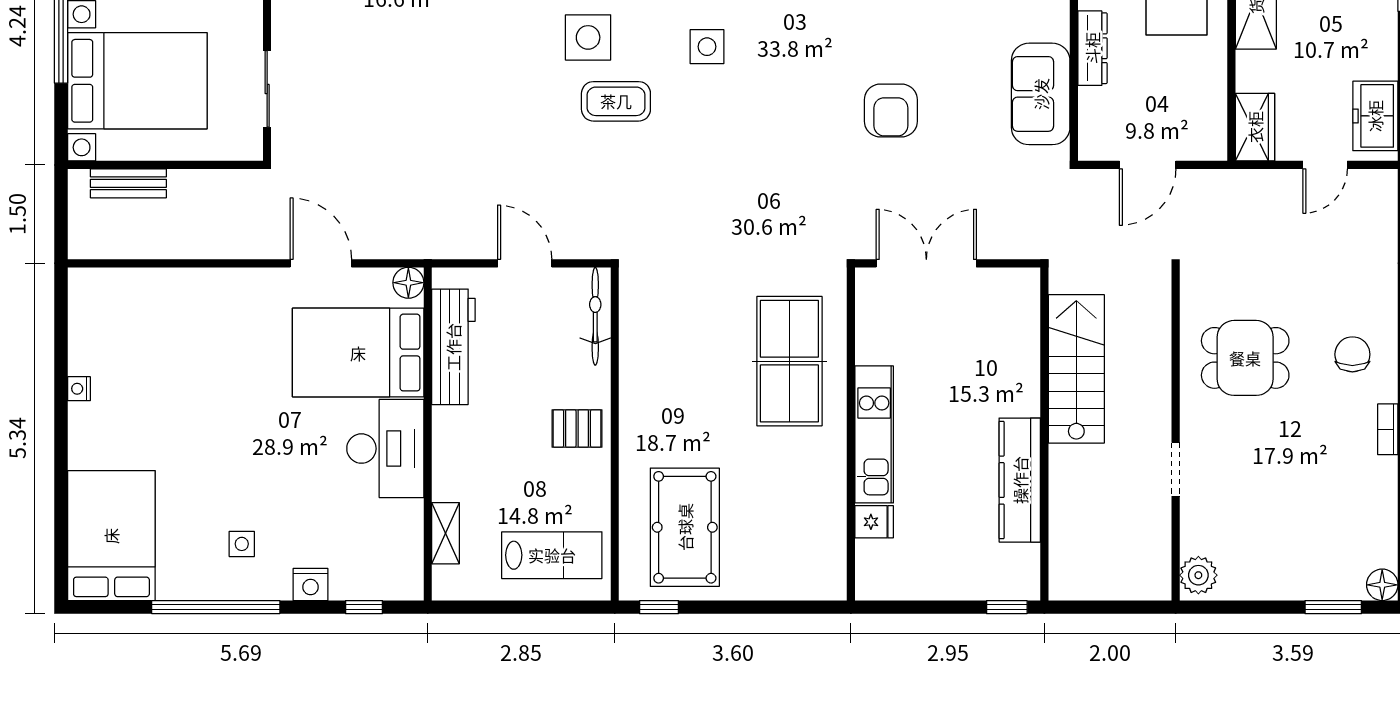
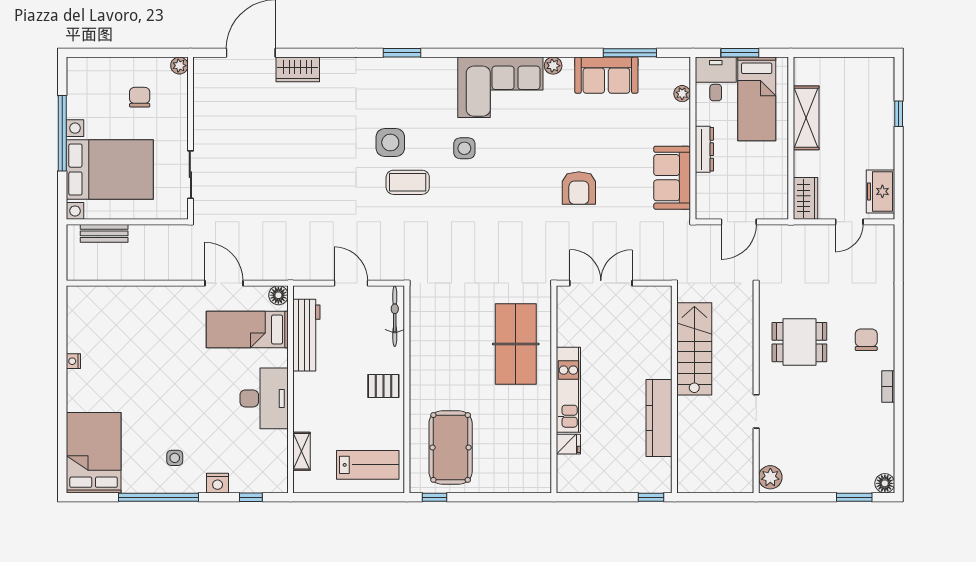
bed: (358, 353) -> (247, 329), width x0.67

